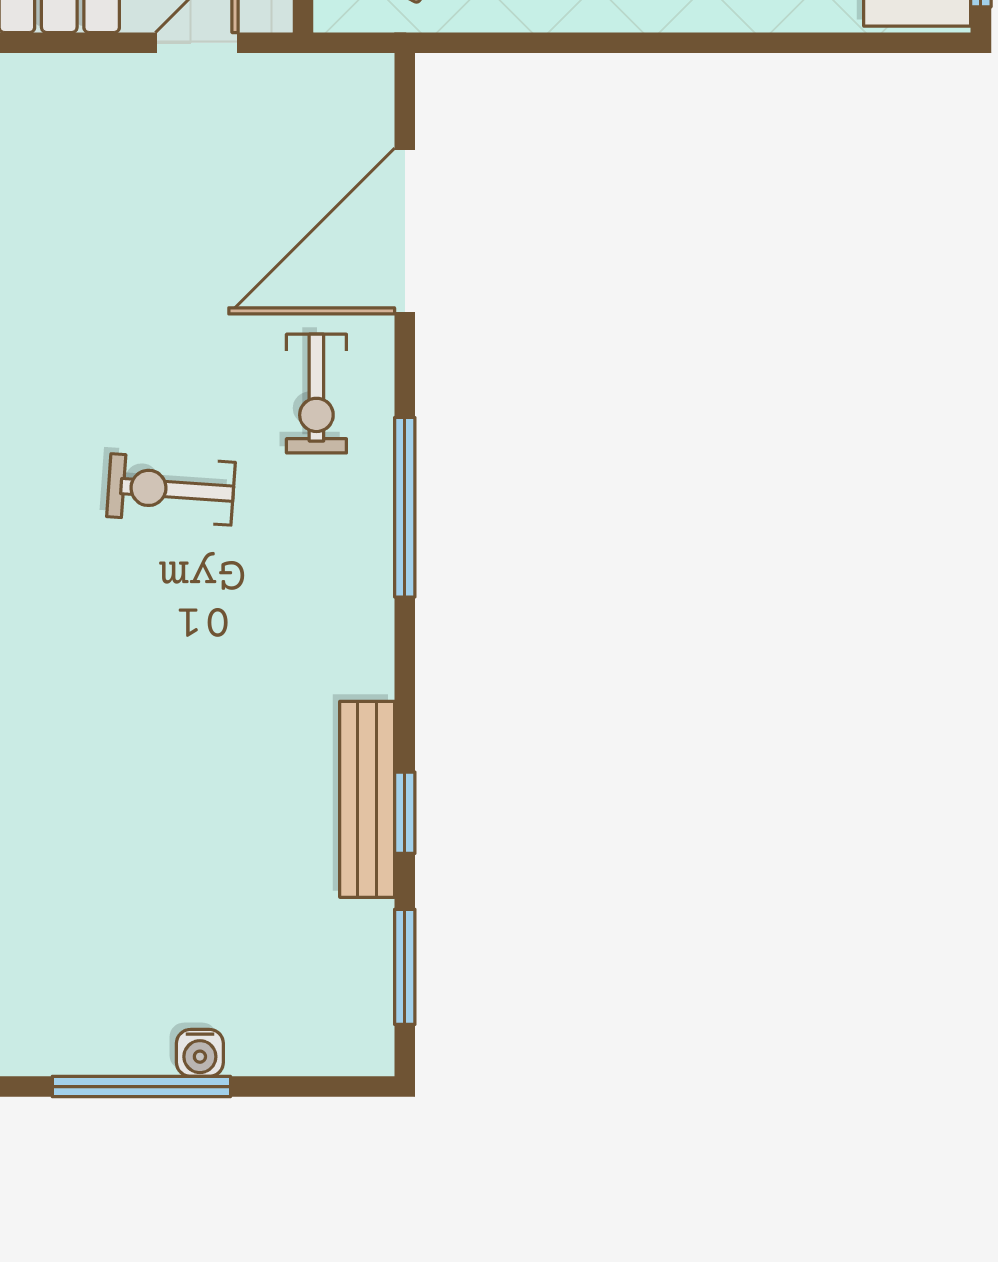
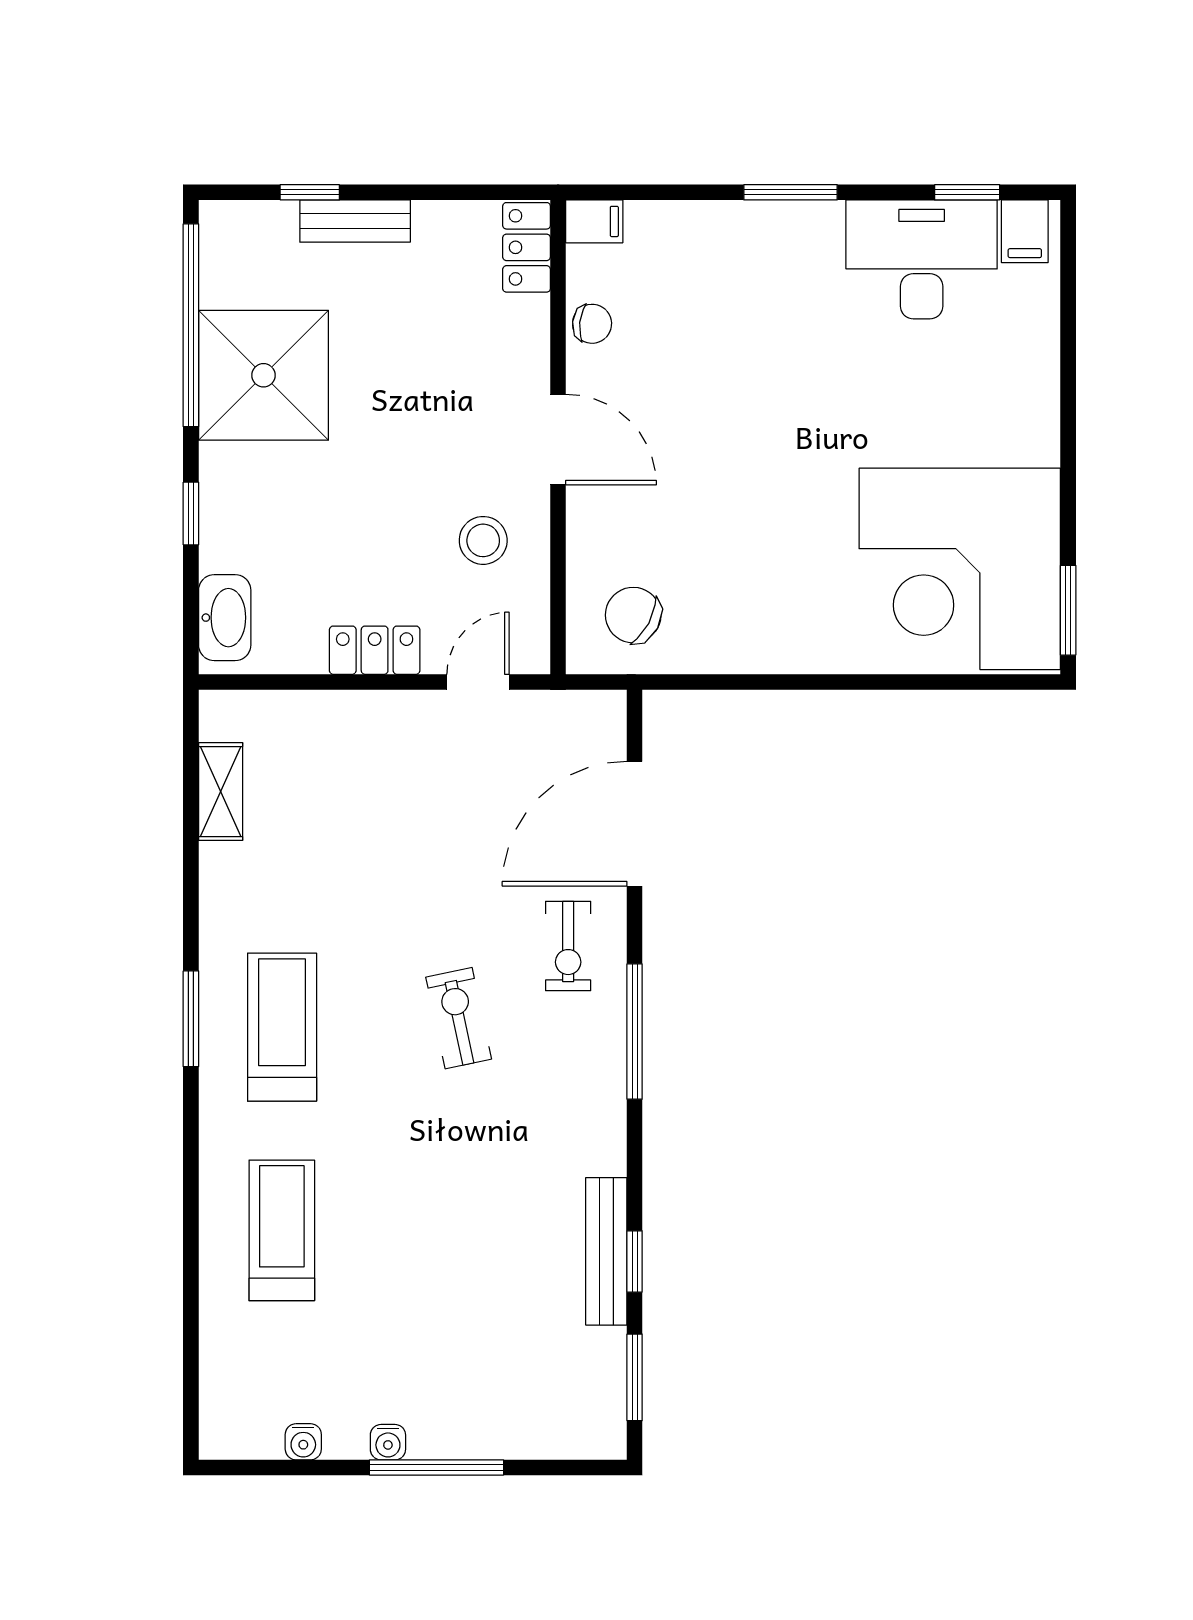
exercise bike: (171, 489) -> (459, 1018), turned 74
water cooler: (200, 1053) -> (388, 1442), moved

